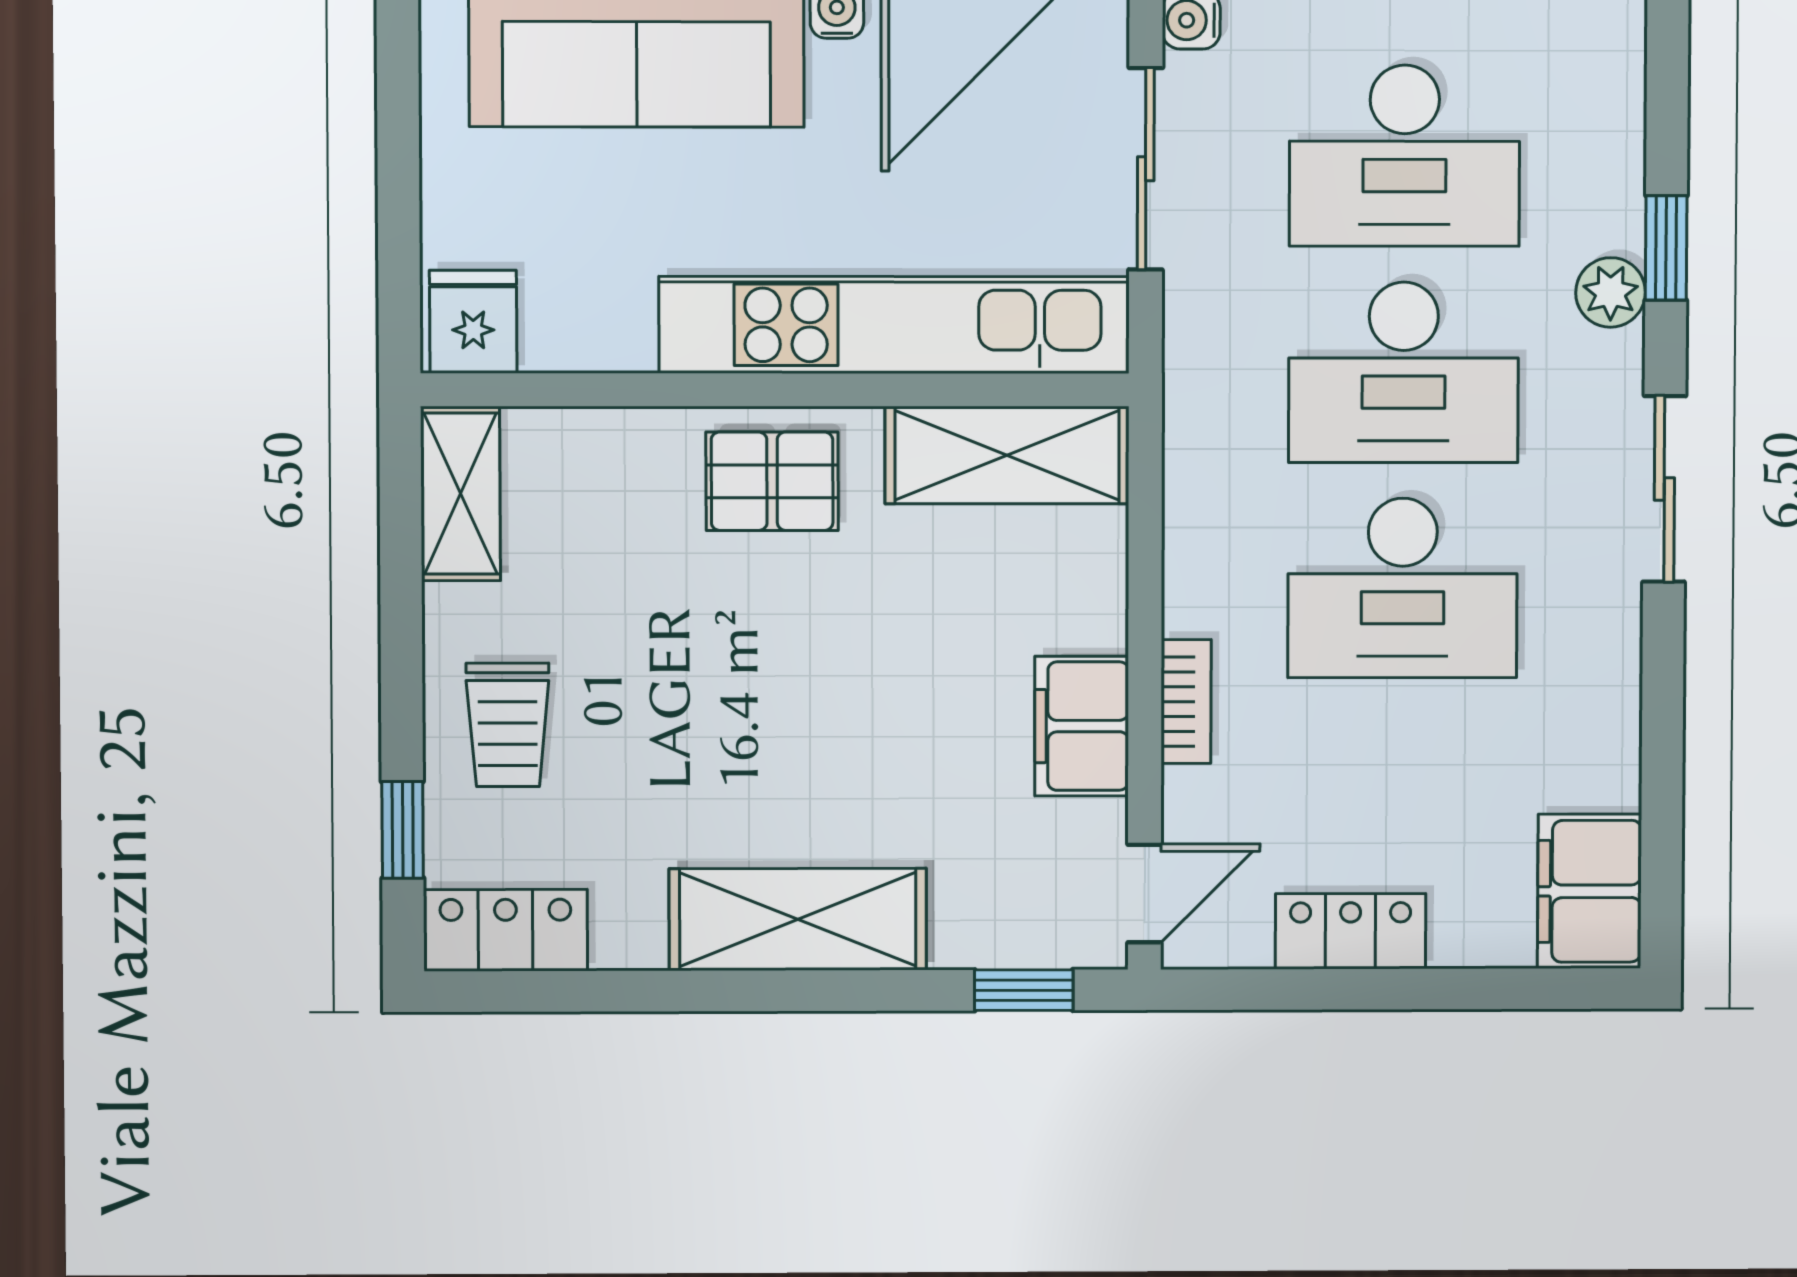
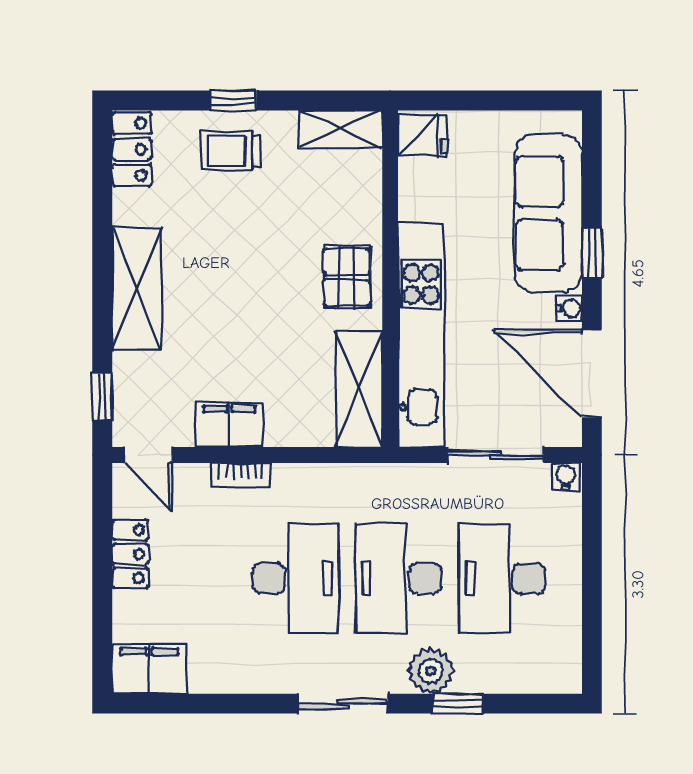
plant: (1611, 292) -> (431, 671), width x1.38, depth x1.38
desk: (1403, 588) -> (295, 578), turned 180
window: (403, 830) -> (233, 101), moved

